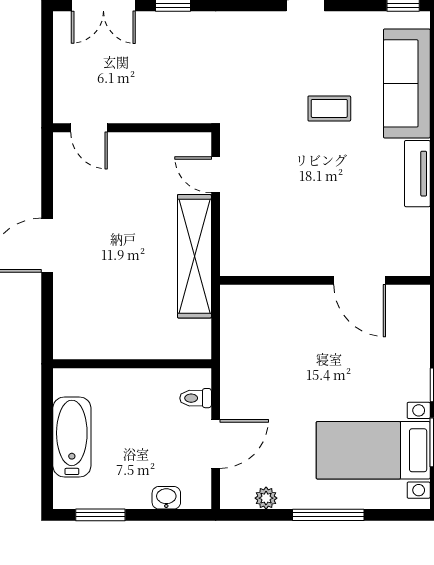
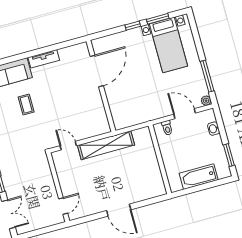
door: (216, 175) -> (68, 146), swing flipped
door: (360, 280) -> (97, 71), width x1.36
plant: (266, 498) -> (206, 101), moved
window: (328, 515) -> (207, 76), moved

